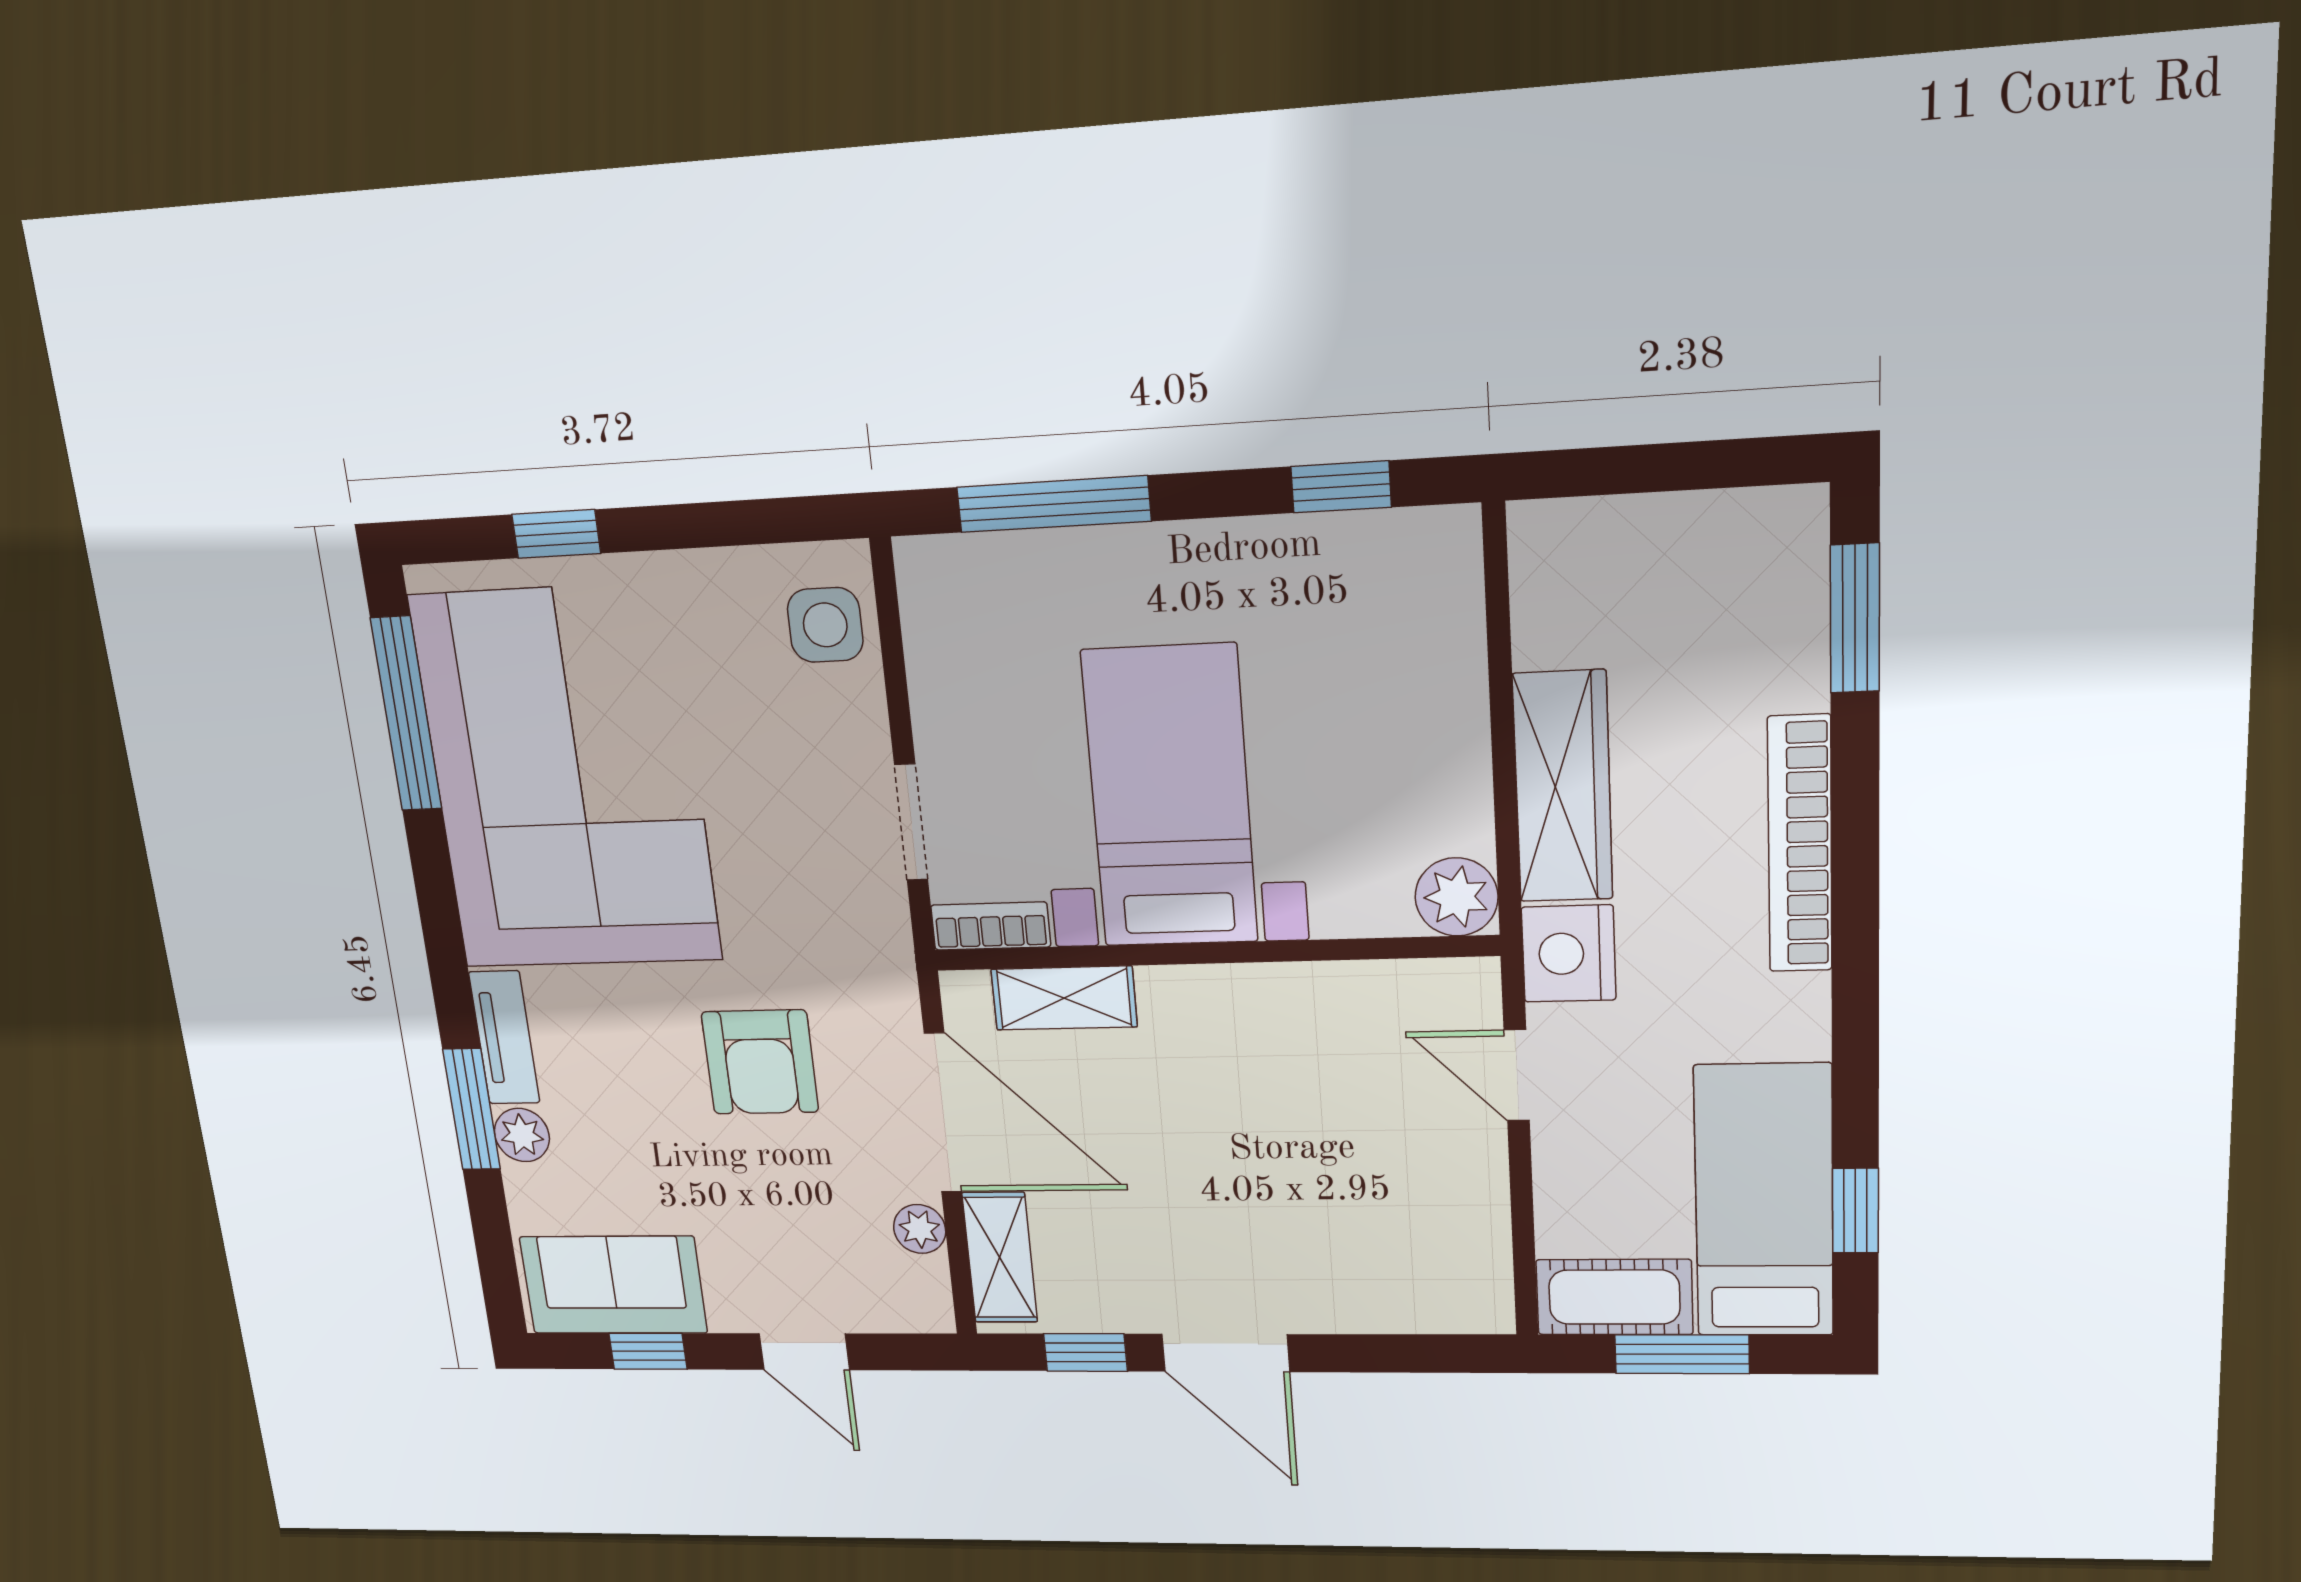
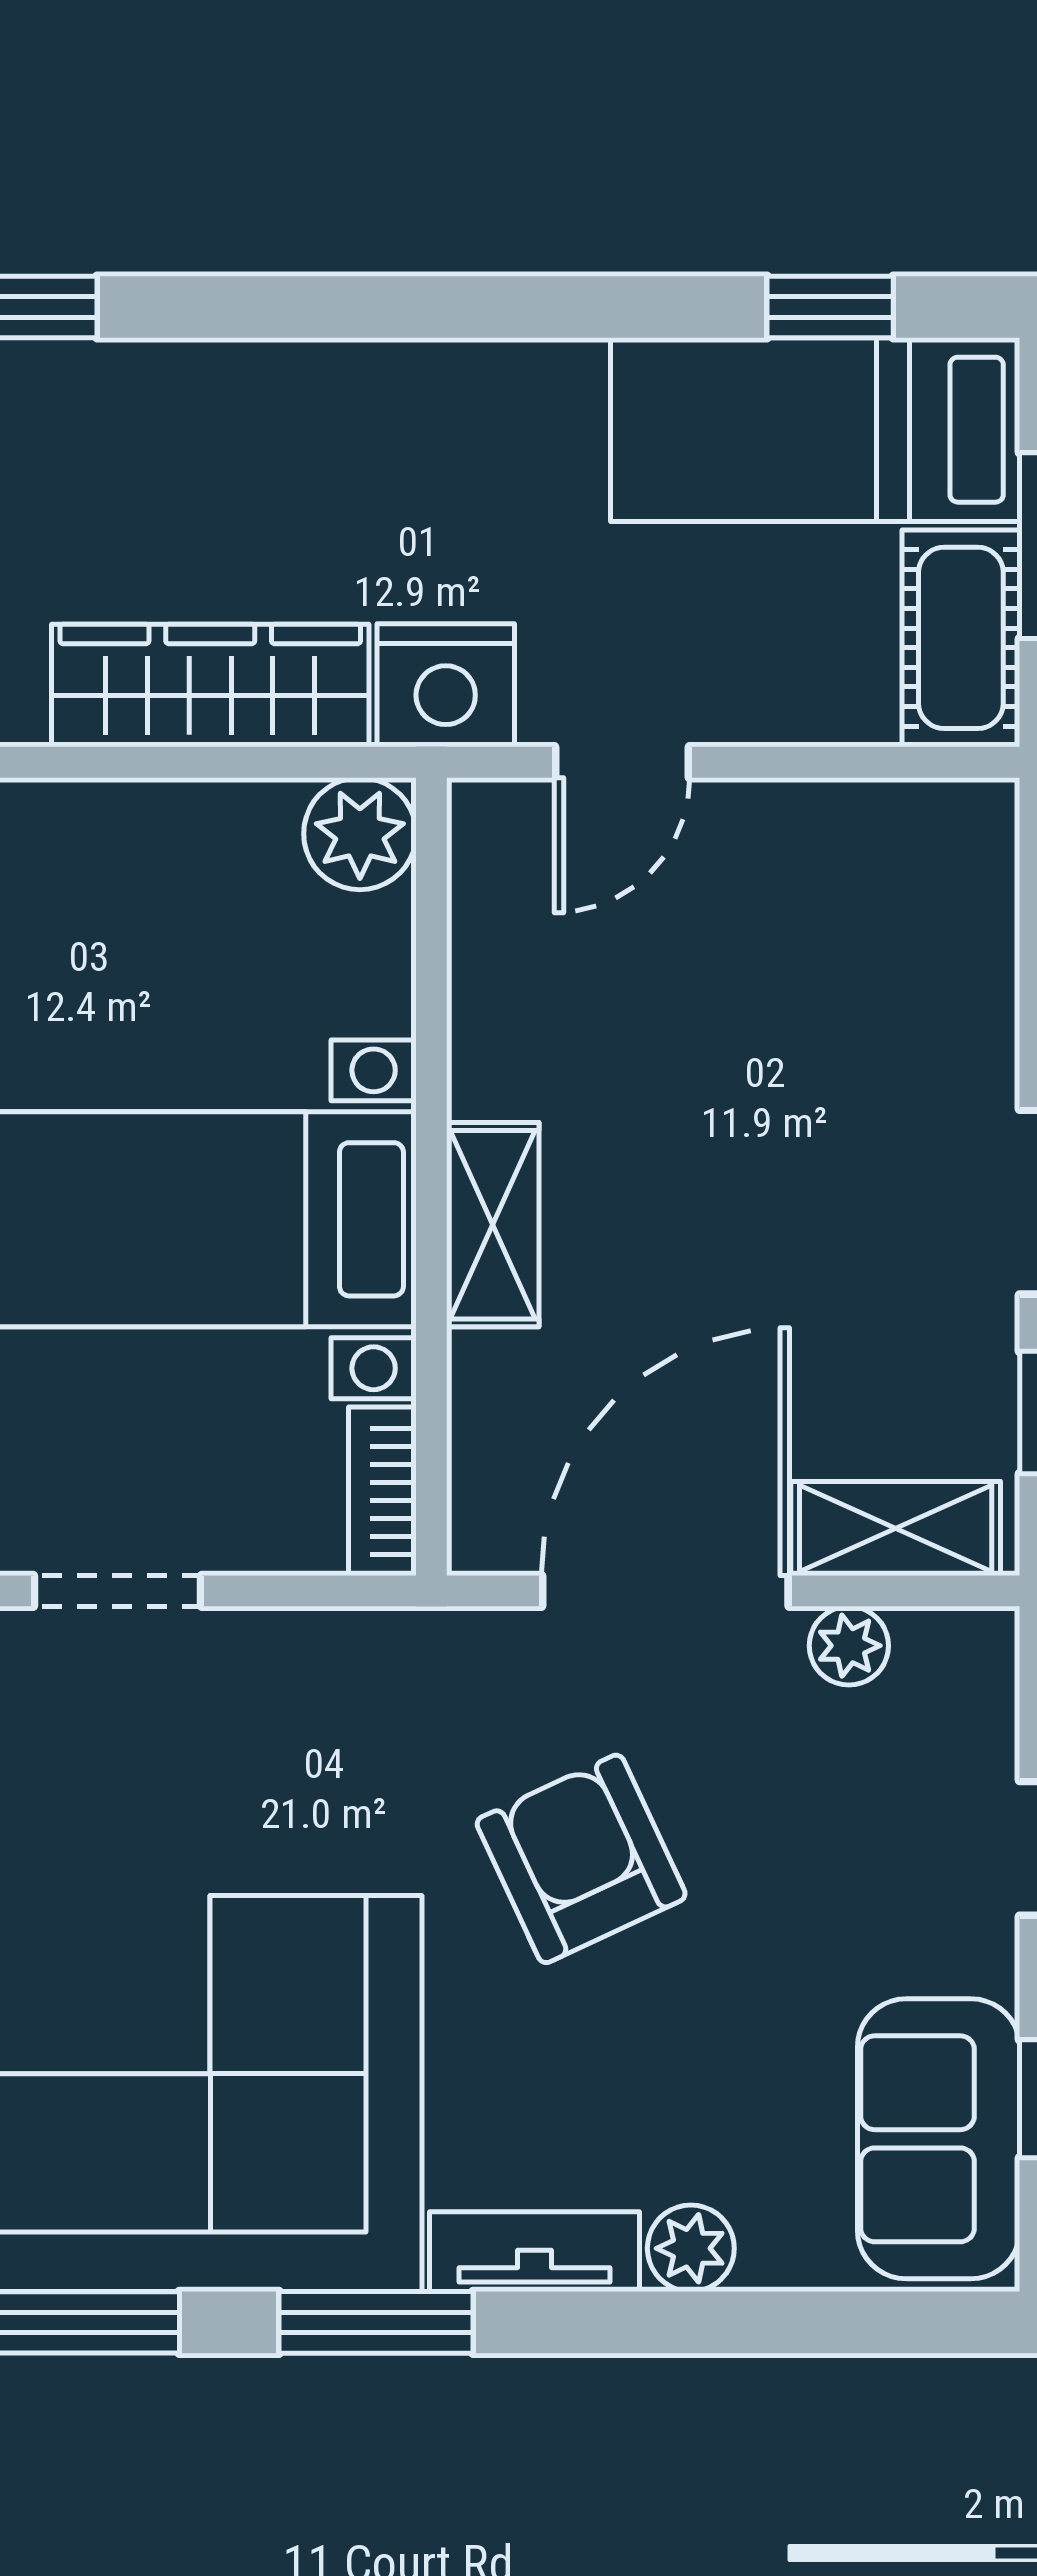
doorway: (911, 822) -> (118, 1591), moved
bookcase: (1800, 844) -> (301, 378), removed
shelving: (1064, 998) -> (493, 1225), moved
armchair: (760, 1062) -> (581, 1859), turned -115
window: (472, 1109) -> (376, 2322), moved

